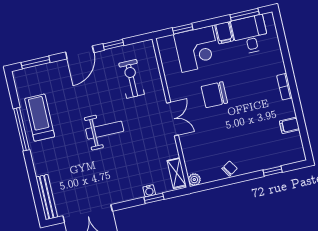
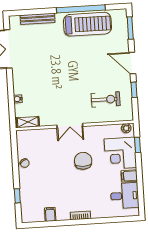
window: (245, 15) -> (141, 194), removed
treadmill: (40, 118) -> (87, 24), width x1.37, depth x1.38
window: (21, 129) -> (81, 9), width x1.46
weight bench: (105, 130) -> (70, 72), removed
plant: (194, 180) -> (126, 128), moved
bench: (47, 197) -> (38, 19), moved
window: (154, 198) -> (11, 102), removed

